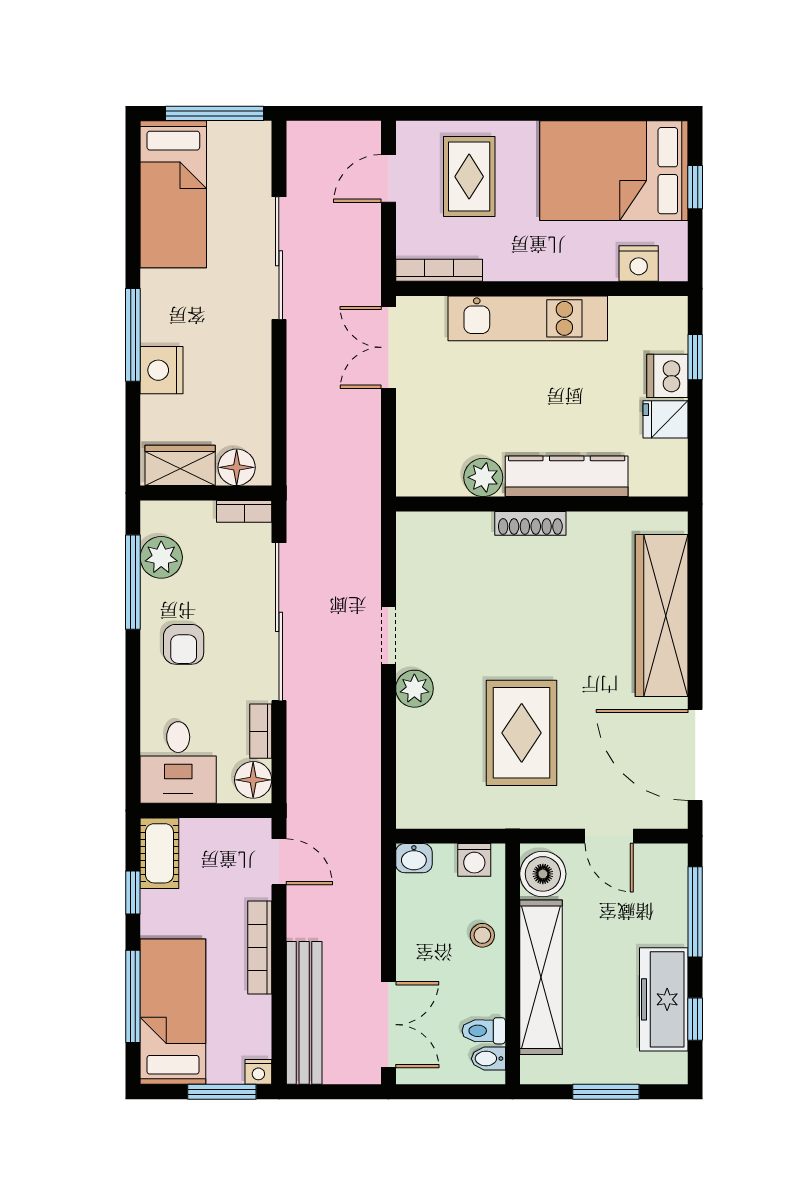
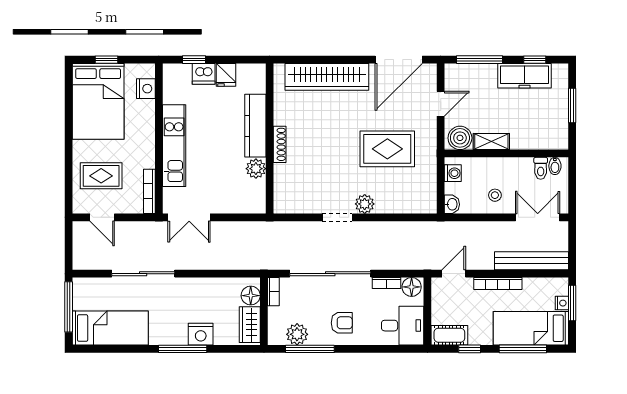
stool: (482, 935) -> (495, 195), moved
shelving: (541, 977) -> (491, 142), width x0.45, depth x0.75
nightstand: (258, 1072) -> (562, 303), moved

